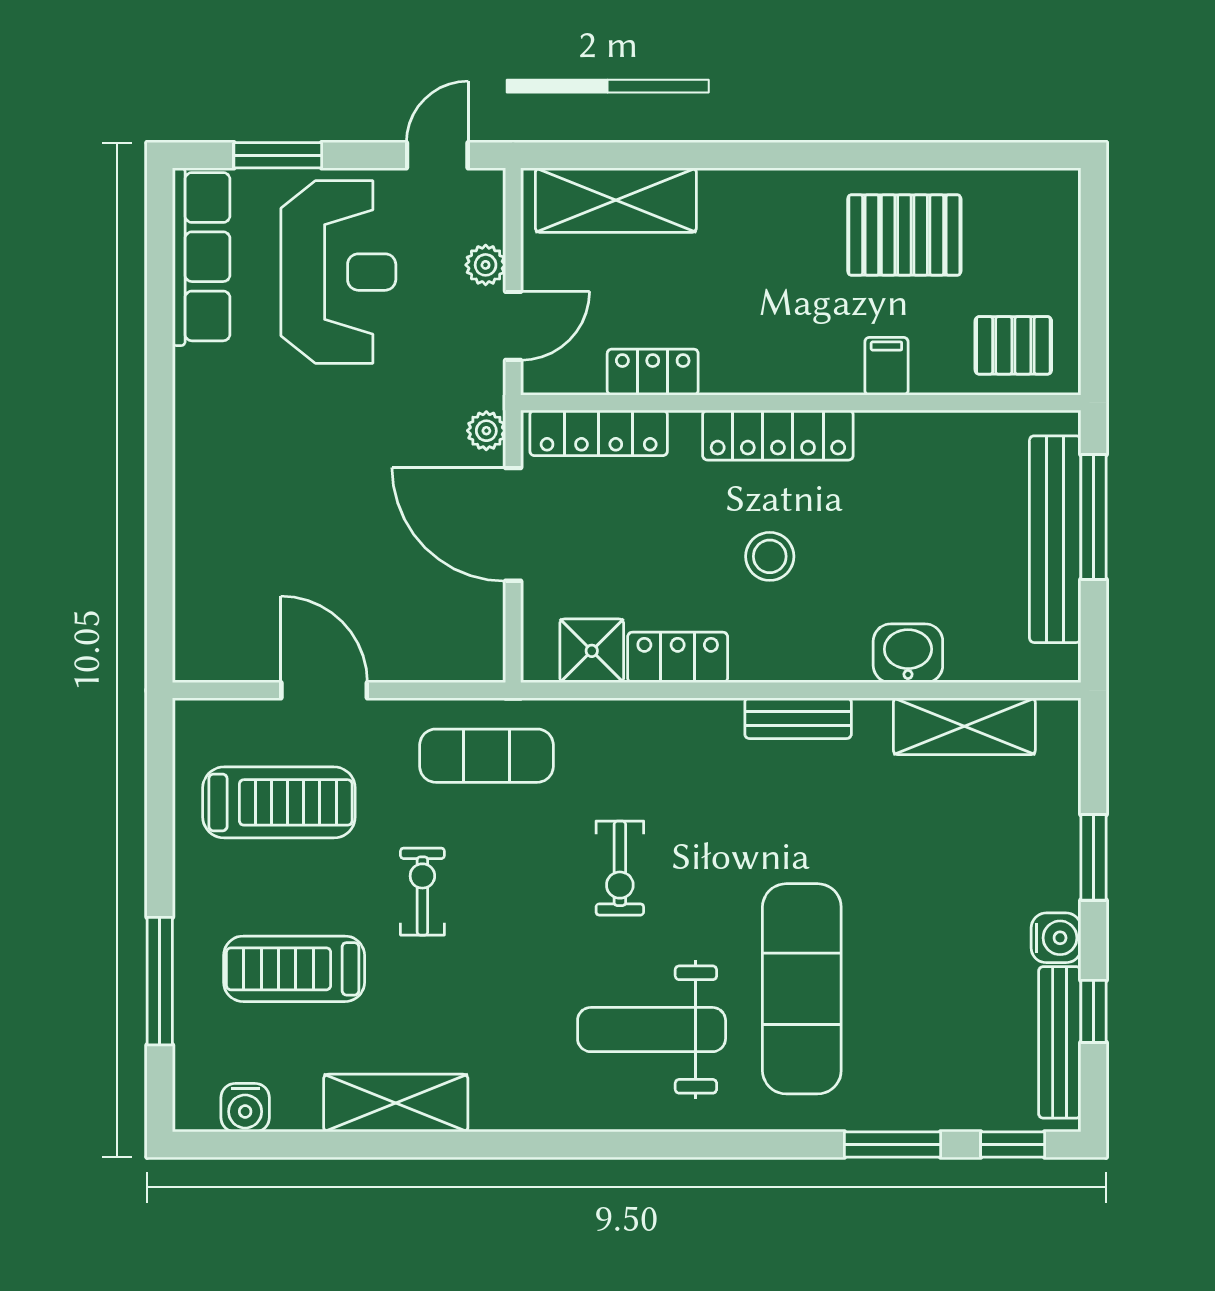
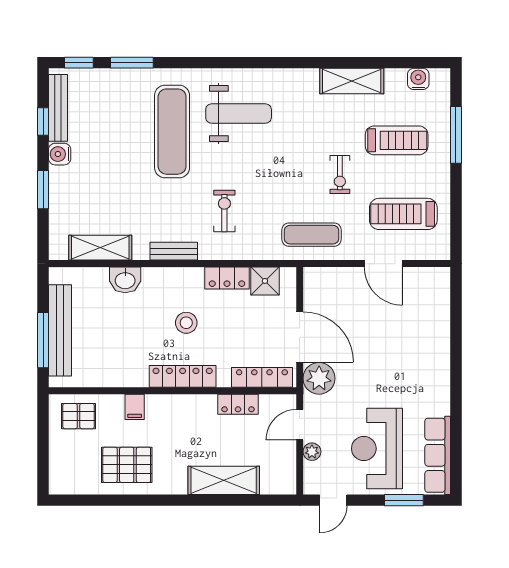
shelving: (616, 200) -> (224, 480), moved
plant: (486, 431) -> (319, 378), width x1.88, depth x1.88
exercise bike: (620, 868) -> (224, 211), moved

